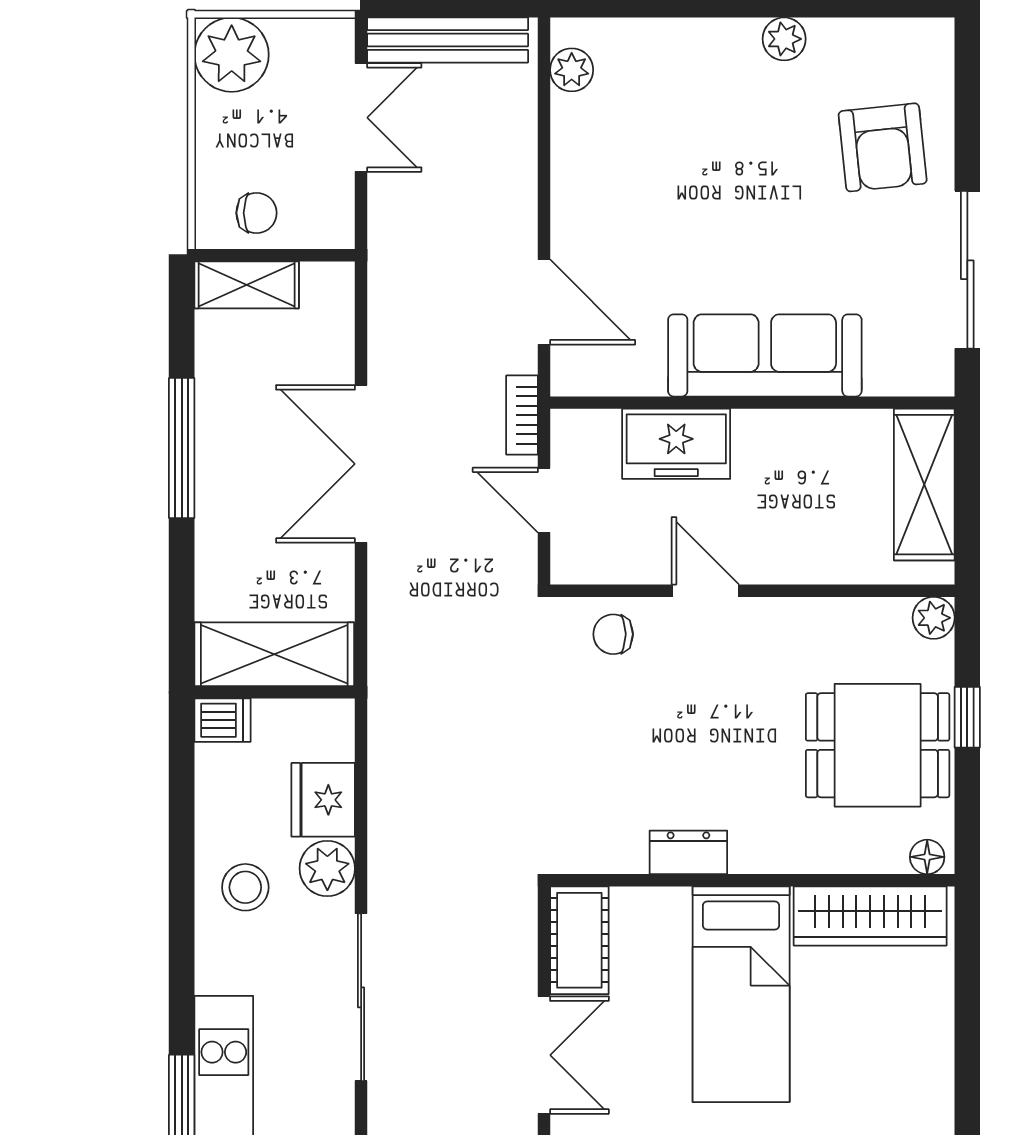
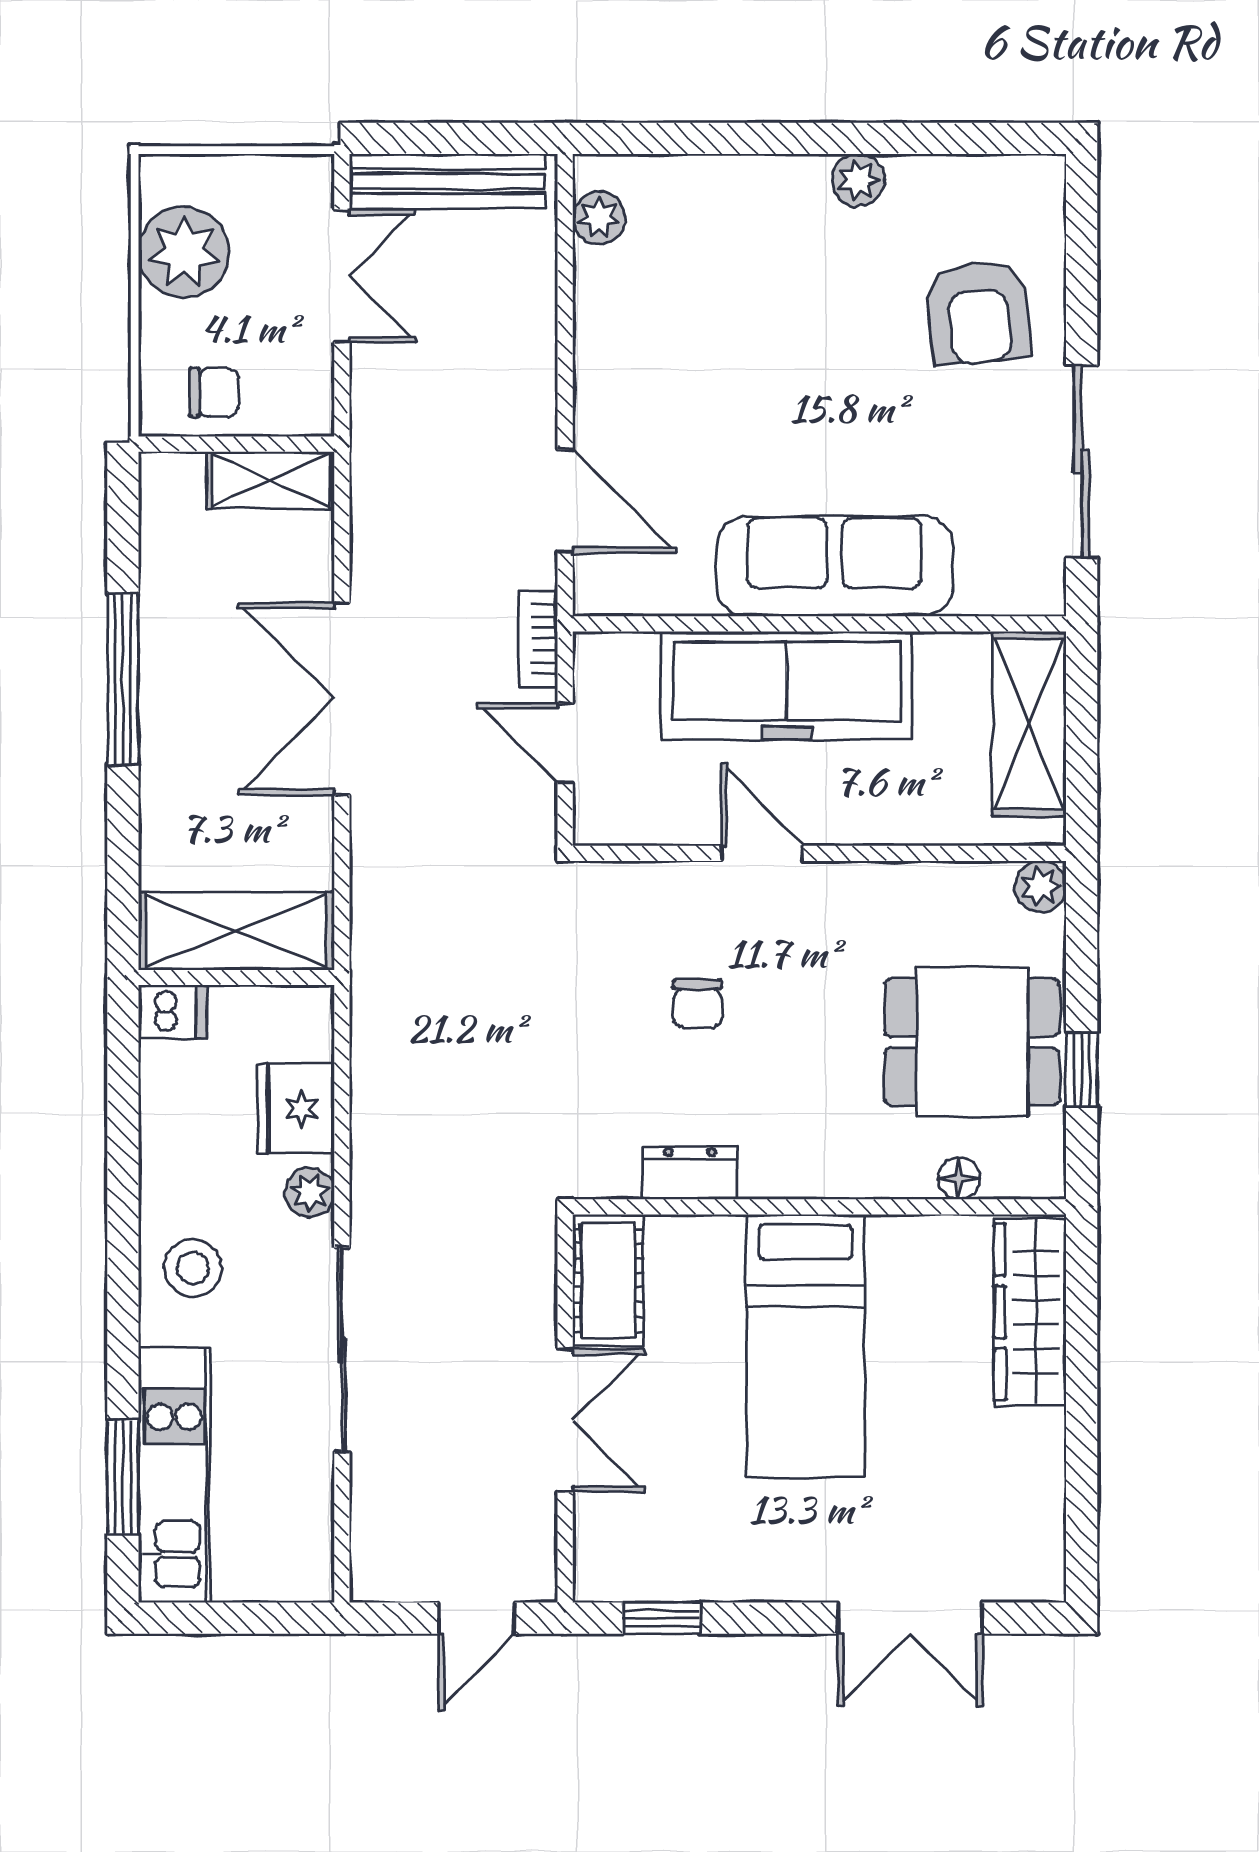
plant: (232, 55) -> (184, 252), moved
shelving: (247, 285) -> (271, 480), moved
freezer: (676, 444) -> (786, 685), width x1.91, depth x1.26
chair: (613, 634) -> (697, 1003), moved, turned -90
window: (967, 717) -> (1082, 1069), moved
dresser: (688, 852) -> (690, 1173), moved
floor lamp: (927, 857) -> (959, 1178), moved
plant: (327, 868) -> (310, 1192), width x0.73, depth x0.73
stool: (245, 887) -> (193, 1268), moved
wardrobe: (870, 916) -> (1030, 1312), moved, turned 90

